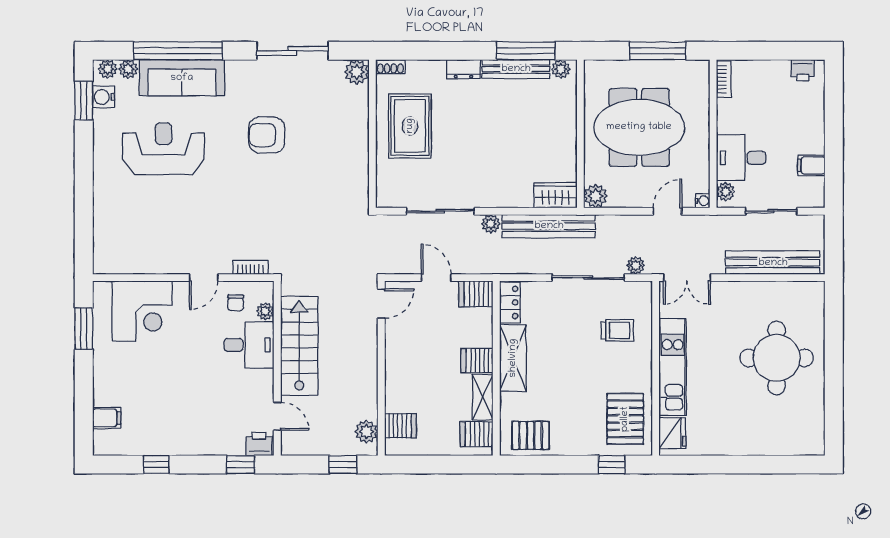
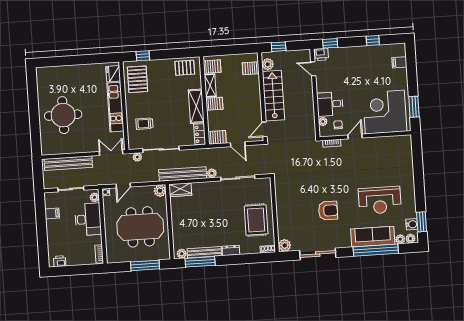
window: (658, 51) -> (145, 265), moved
desk: (741, 158) -> (88, 219), width x1.37
corner desk: (142, 311) -> (385, 112), width x1.36, depth x1.36
stairs: (299, 346) -> (273, 96), moved, turned 180

